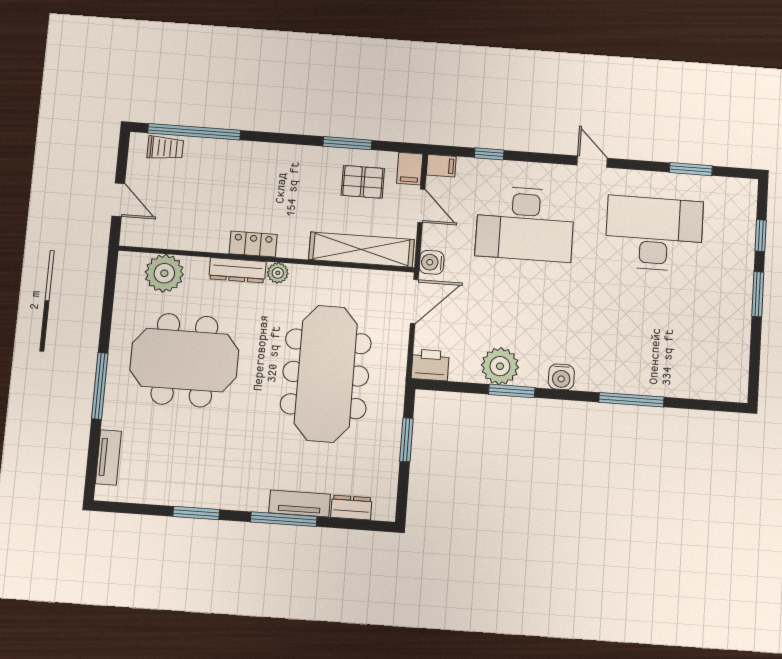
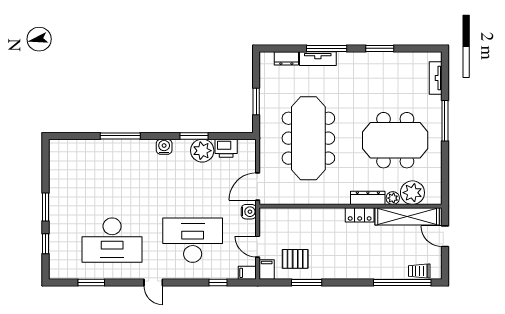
shelving: (361, 250) -> (407, 216), moved
plant: (278, 273) -> (393, 198), moved
printer: (430, 365) -> (226, 148), moved

